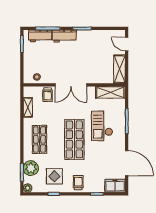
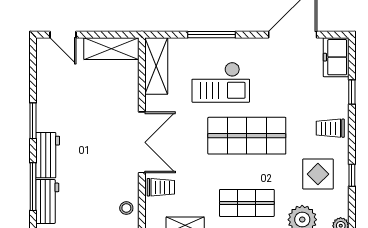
door: (127, 44) -> (63, 35), hinge flipped

